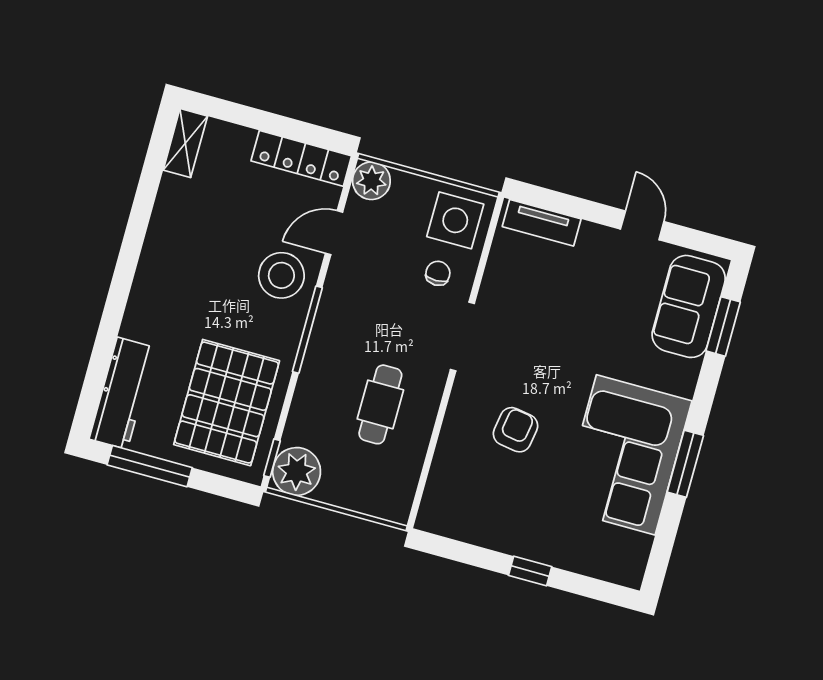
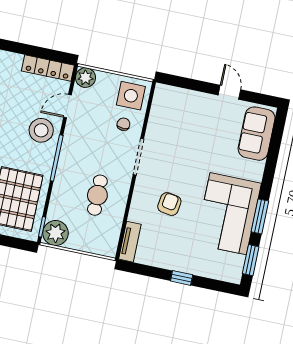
tv unit: (542, 223) -> (130, 242), moved, turned -90
window: (723, 326) -> (251, 260), moved

